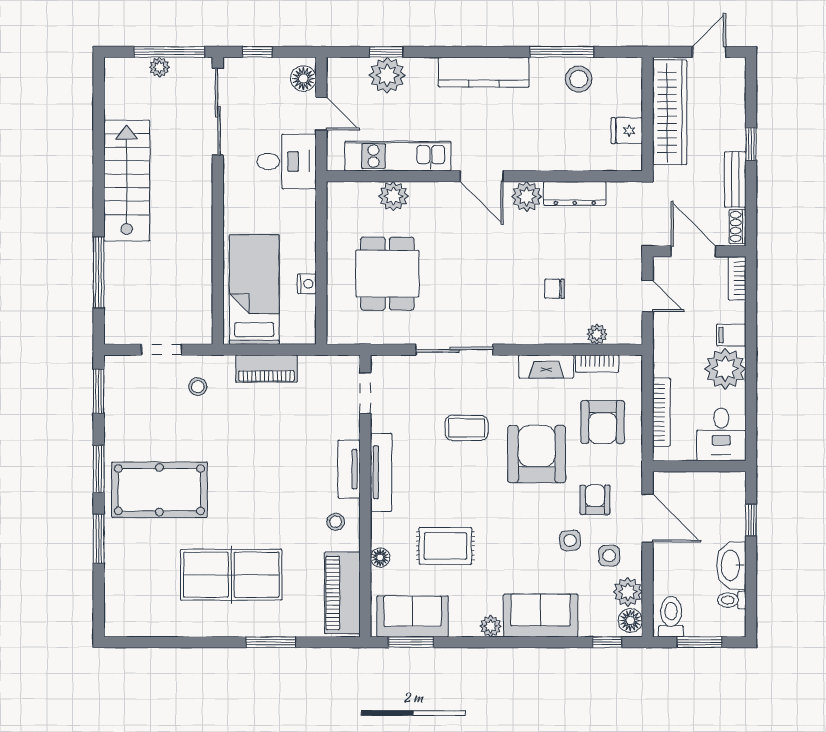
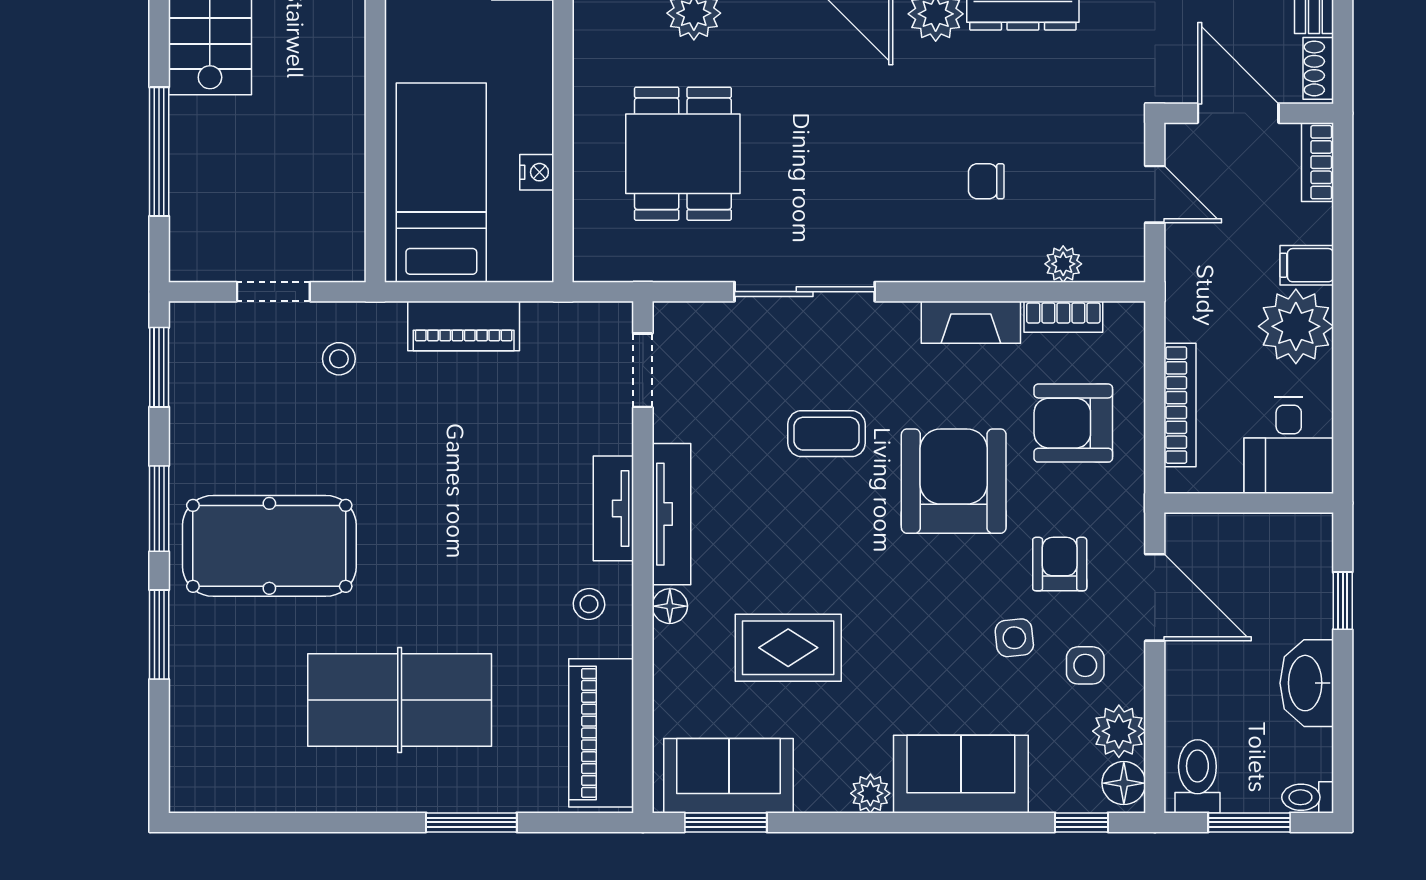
armchair: (603, 422) -> (1073, 423), turned 90
floor lamp: (380, 558) -> (670, 606), moved
toilet: (732, 600) -> (1308, 797), moved

